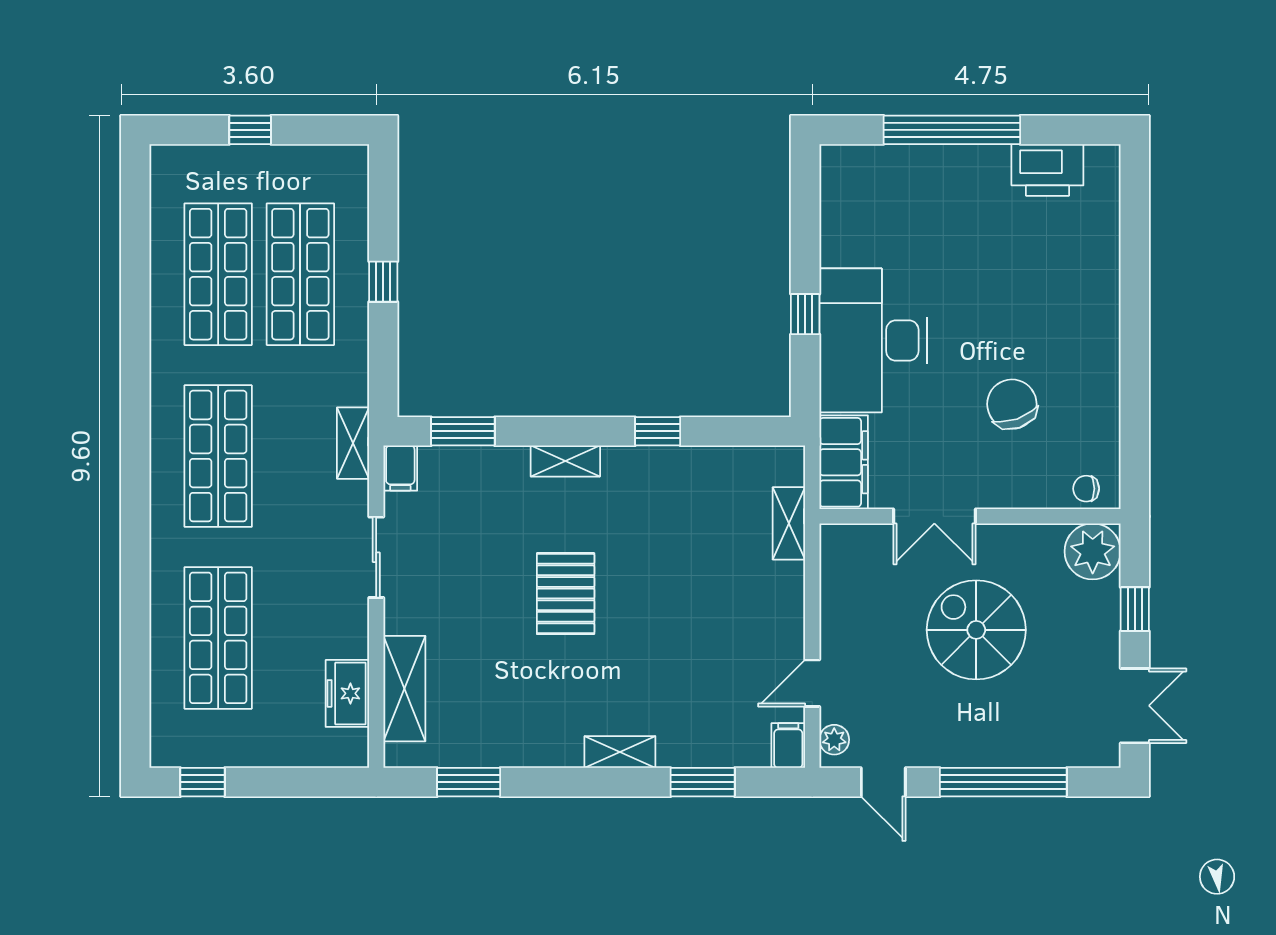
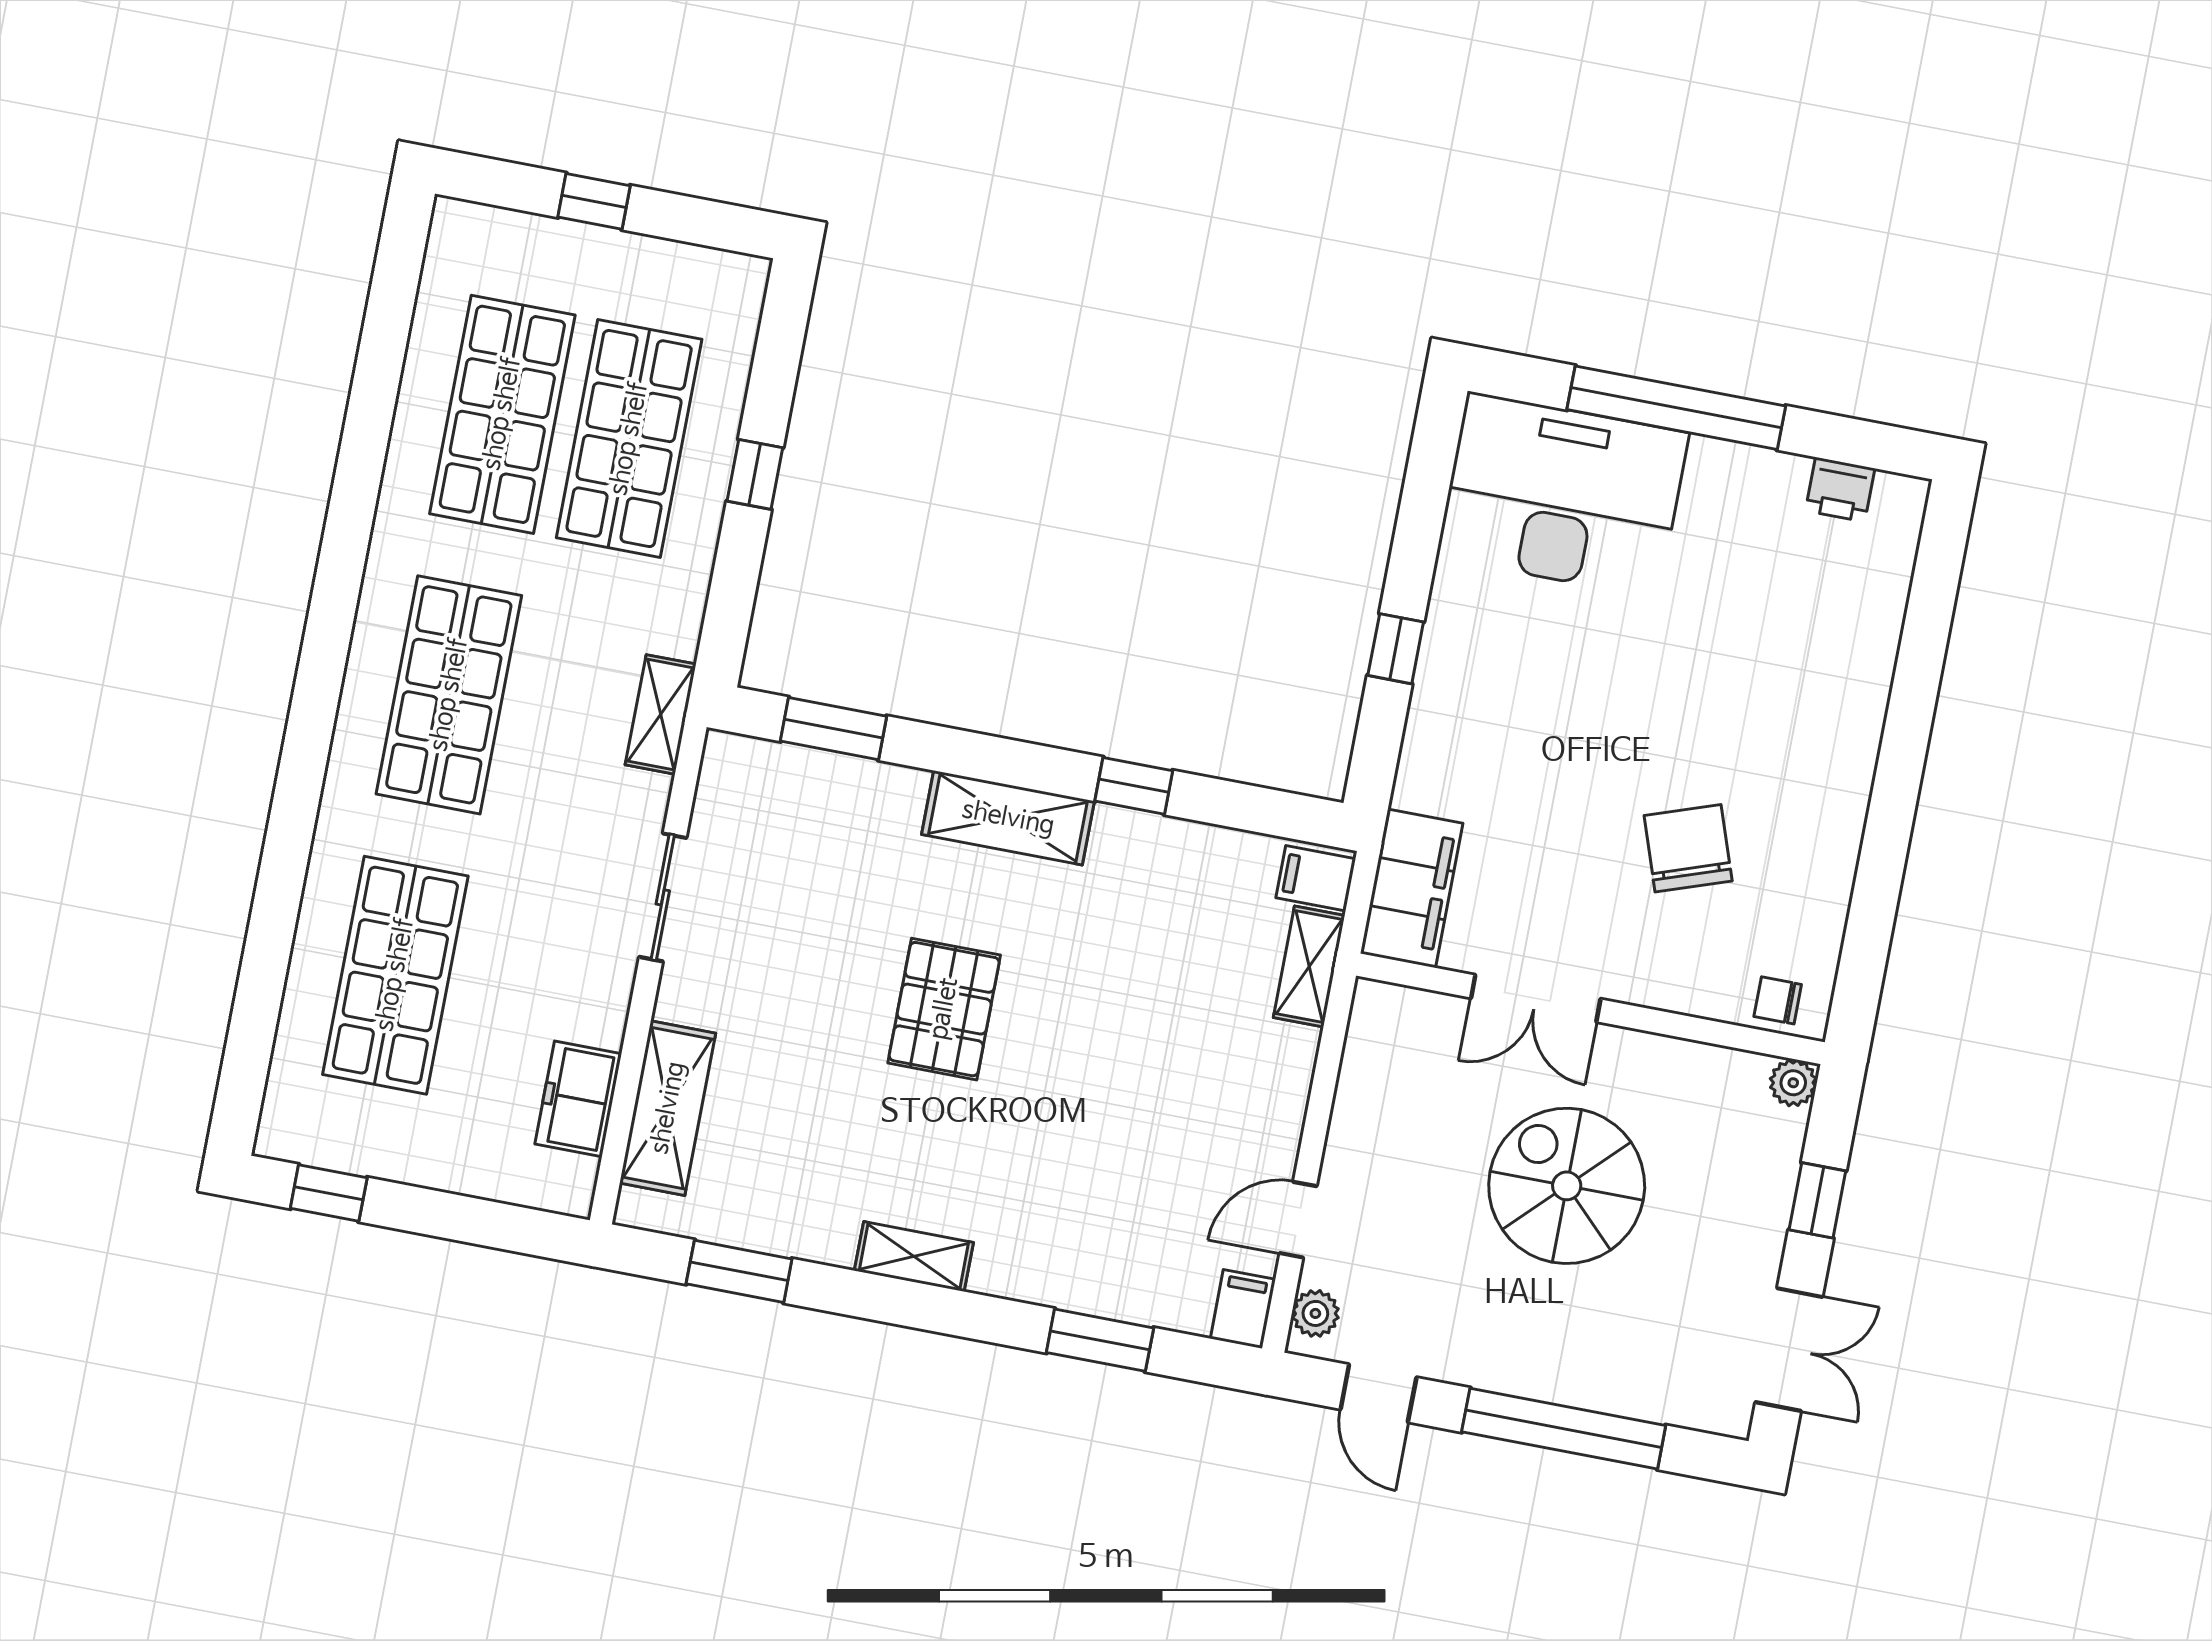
printer: (1047, 170) -> (1840, 490), width x0.53, depth x0.68
desk: (873, 340) -> (1563, 495), moved, turned 90
shelving: (565, 461) -> (1008, 818), width x1.50, depth x1.33
filing cabinet: (400, 468) -> (1316, 878), moved, turned 90
plant: (1093, 551) -> (1793, 1083), width x0.53, depth x0.53
shelving: (620, 752) -> (914, 1257), moved

